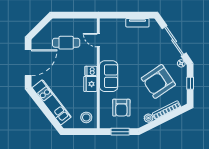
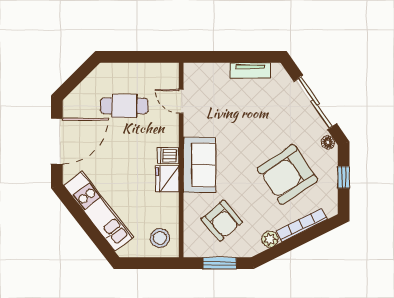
armchair: (121, 108) -> (222, 221), turned -41

